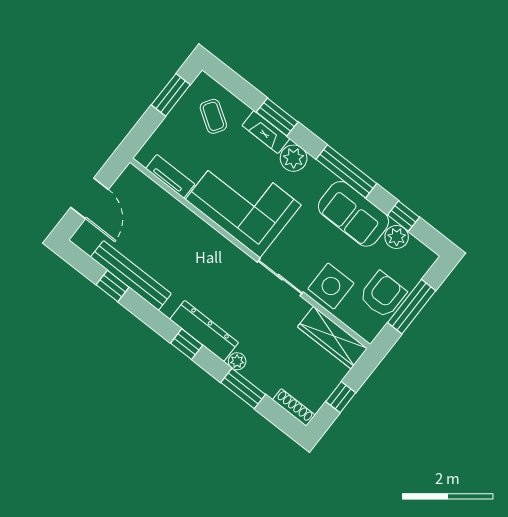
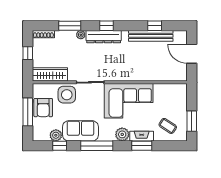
tv unit: (170, 176) -> (166, 88), removed

